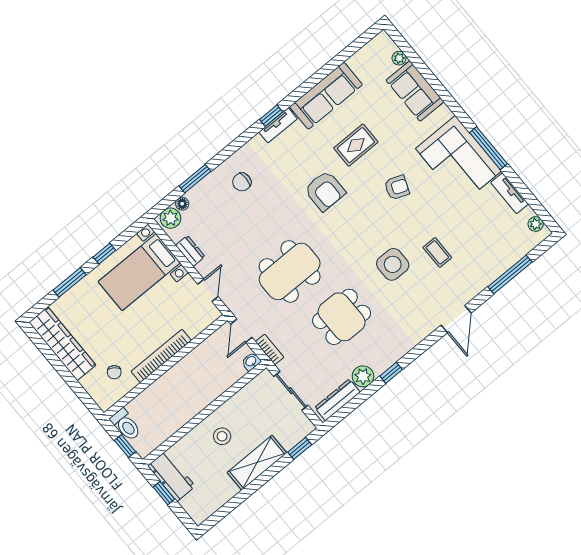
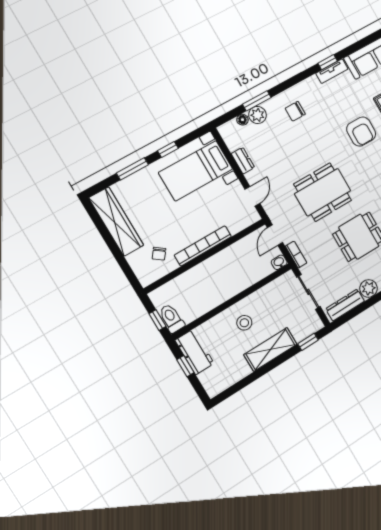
plant: (170, 218) -> (257, 115), moved
toilet: (126, 425) -> (172, 318), moved, turned 180

